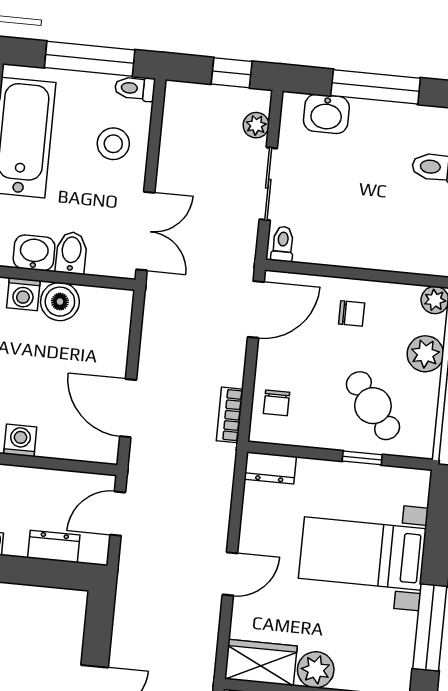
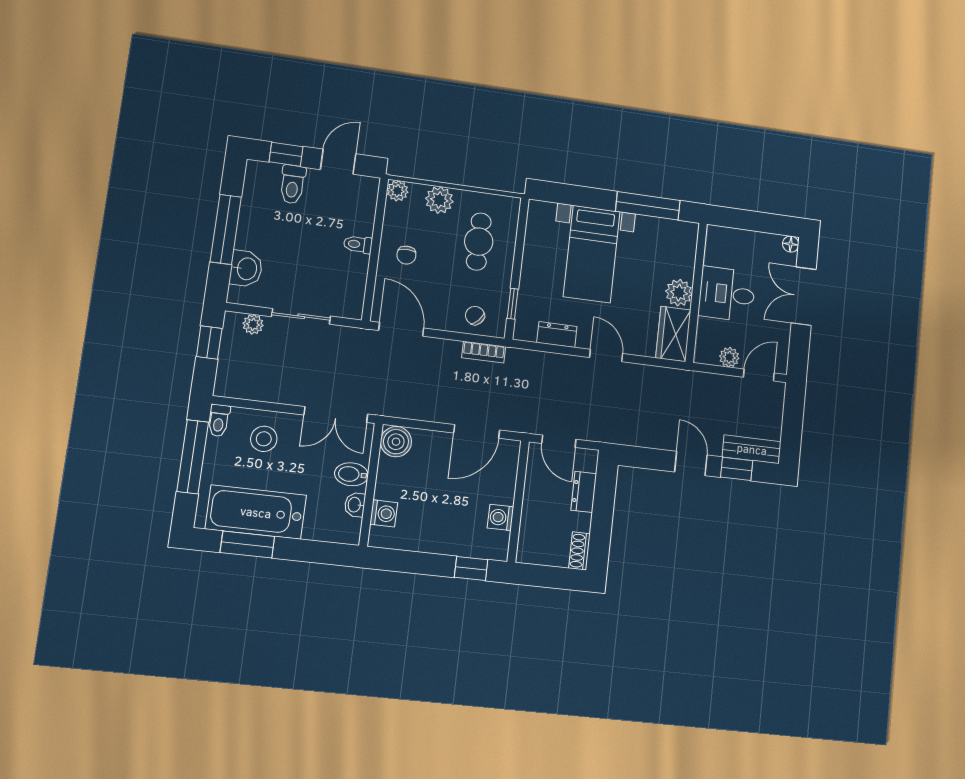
double door: (145, 231) -> (336, 415), swing flipped
toilet: (283, 244) -> (358, 244), moved
washbasin: (34, 253) -> (355, 505), width x0.72, depth x0.69
boiler: (60, 302) -> (396, 442), moved
chair: (352, 314) -> (406, 255), turned 180
chair: (277, 403) -> (475, 316), turned -137
cafe table: (373, 406) -> (479, 242), turned -52
window: (362, 458) -> (513, 304), moved
dresser: (270, 468) -> (557, 335), moved, turned -90

